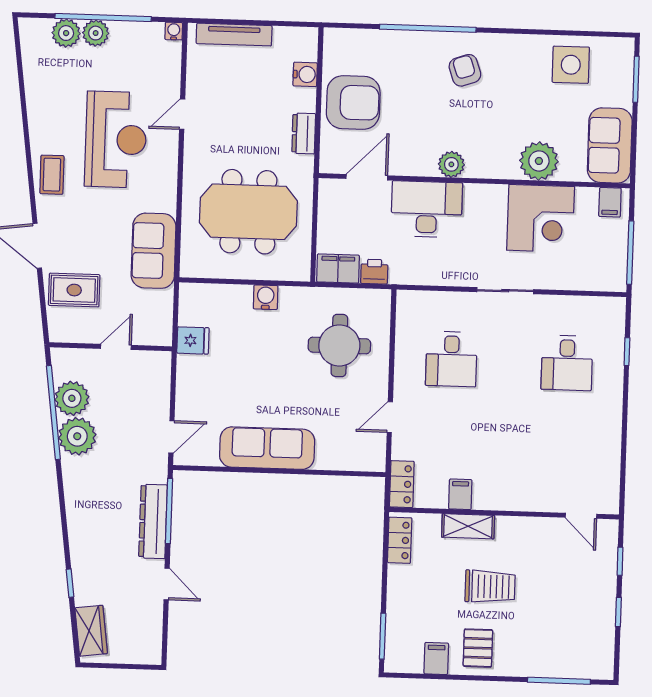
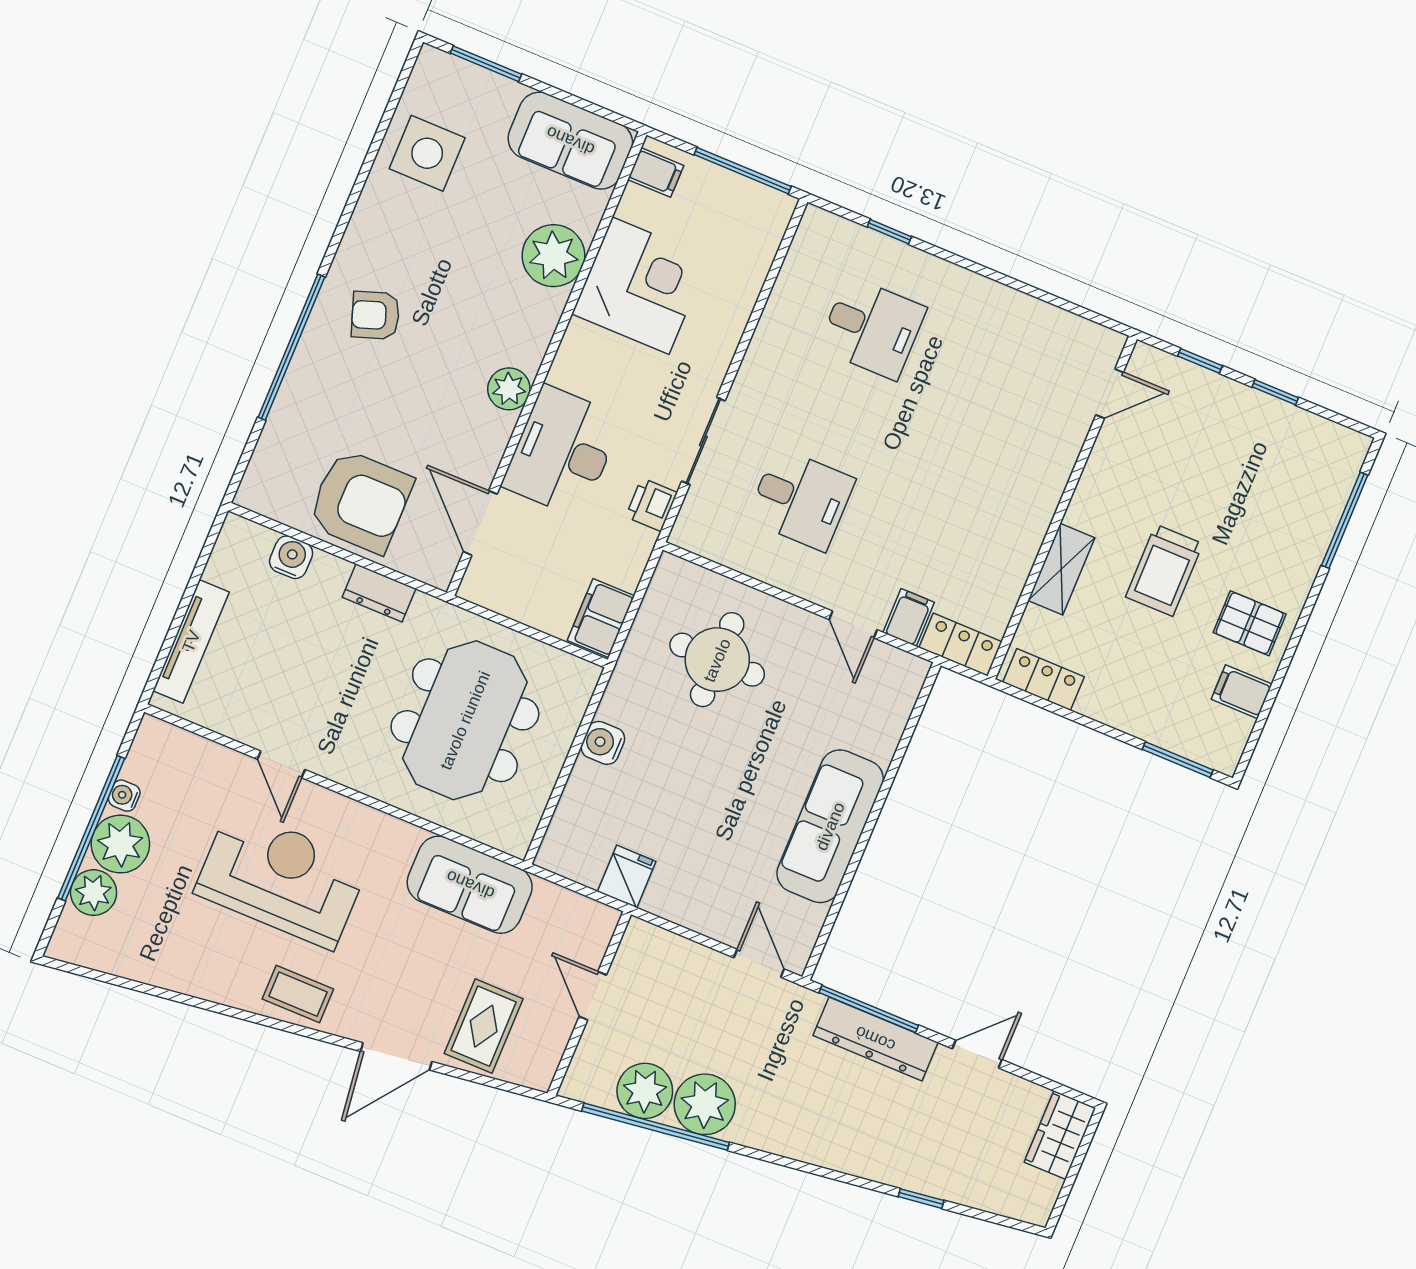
water cooler: (174, 31) -> (124, 796), moved
plant: (96, 33) -> (120, 844), width x1.36, depth x1.36
armchair: (353, 102) -> (360, 501), turned 90
printer: (374, 272) -> (651, 505), moved
sliding door: (505, 291) -> (703, 441), moved
filing cabinet: (460, 494) -> (909, 617), moved, turned 90
trolley: (490, 586) -> (1164, 570), turned 180
wardrobe: (91, 631) -> (1060, 1135), moved, turned -83

